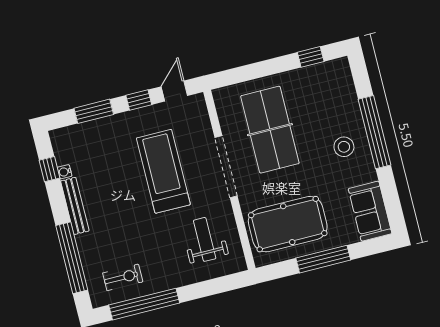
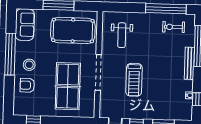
armchair: (337, 112) -> (27, 85), added
window: (375, 132) -> (10, 54), moved
treadmill: (163, 171) -> (134, 80), width x0.73, depth x0.73
bench: (75, 206) -> (189, 63), moved

